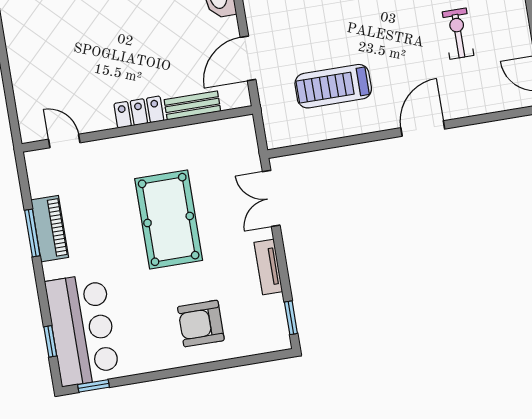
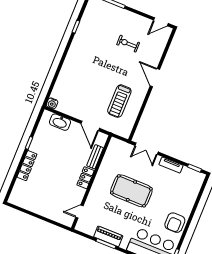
armchair: (201, 324) -> (175, 223), moved

